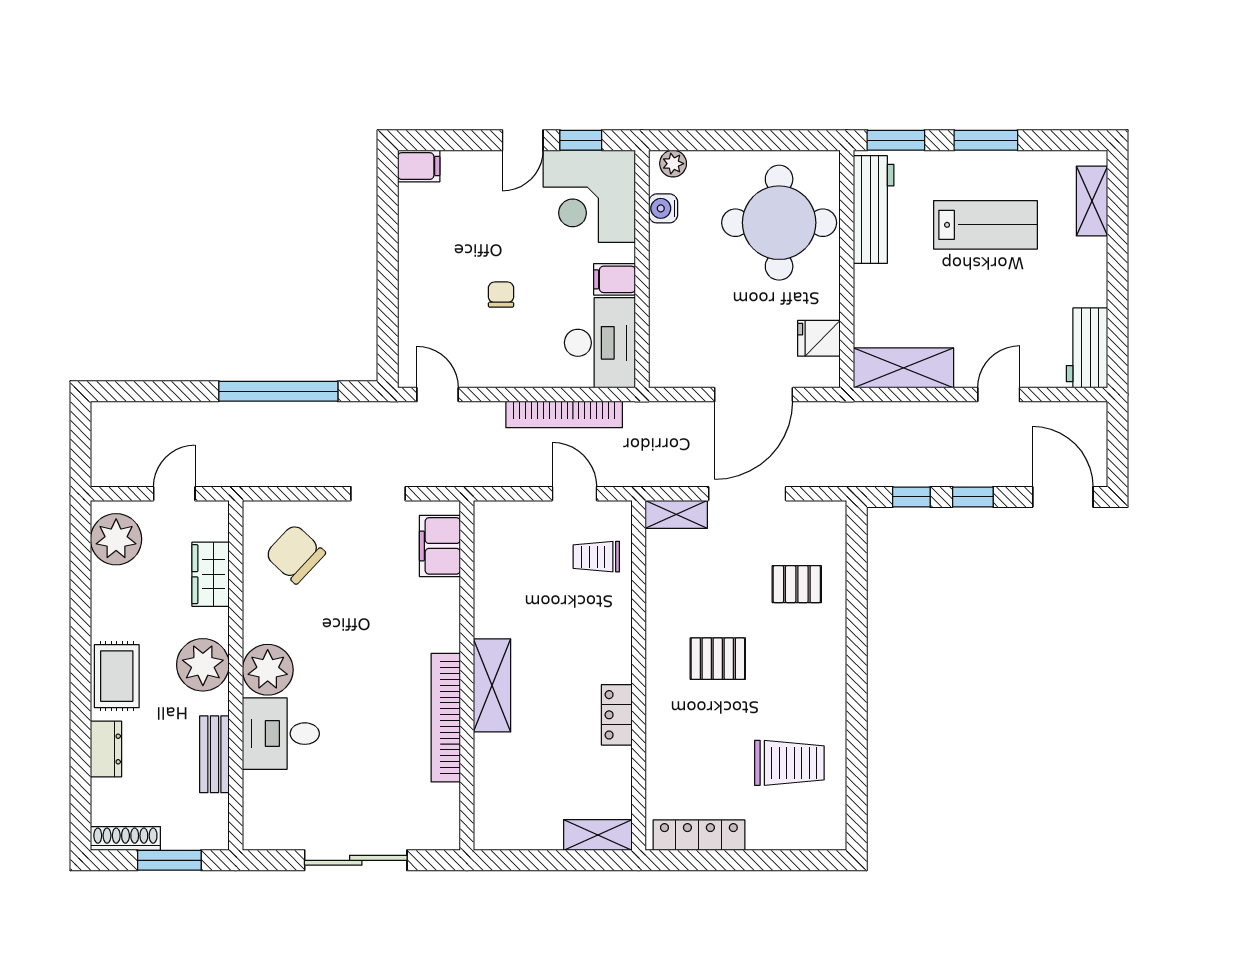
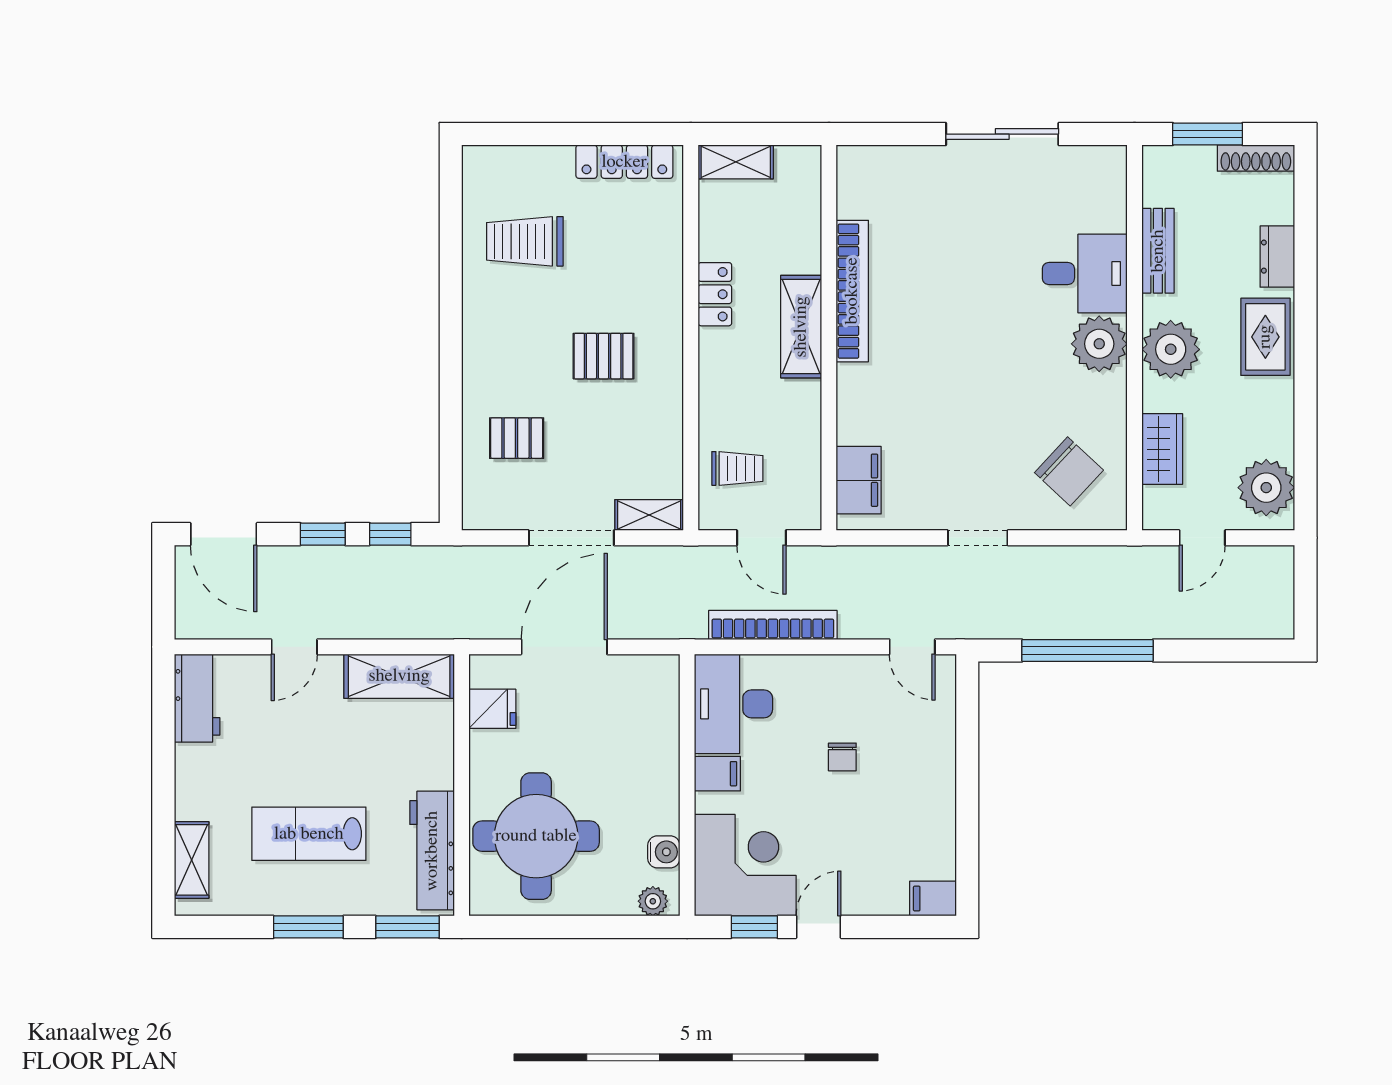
filing cabinet: (440, 546) -> (859, 480), moved
wall: (467, 675) -> (829, 338), moved
shelving: (492, 685) -> (801, 327), moved
bookcase: (446, 718) -> (852, 291), moved

